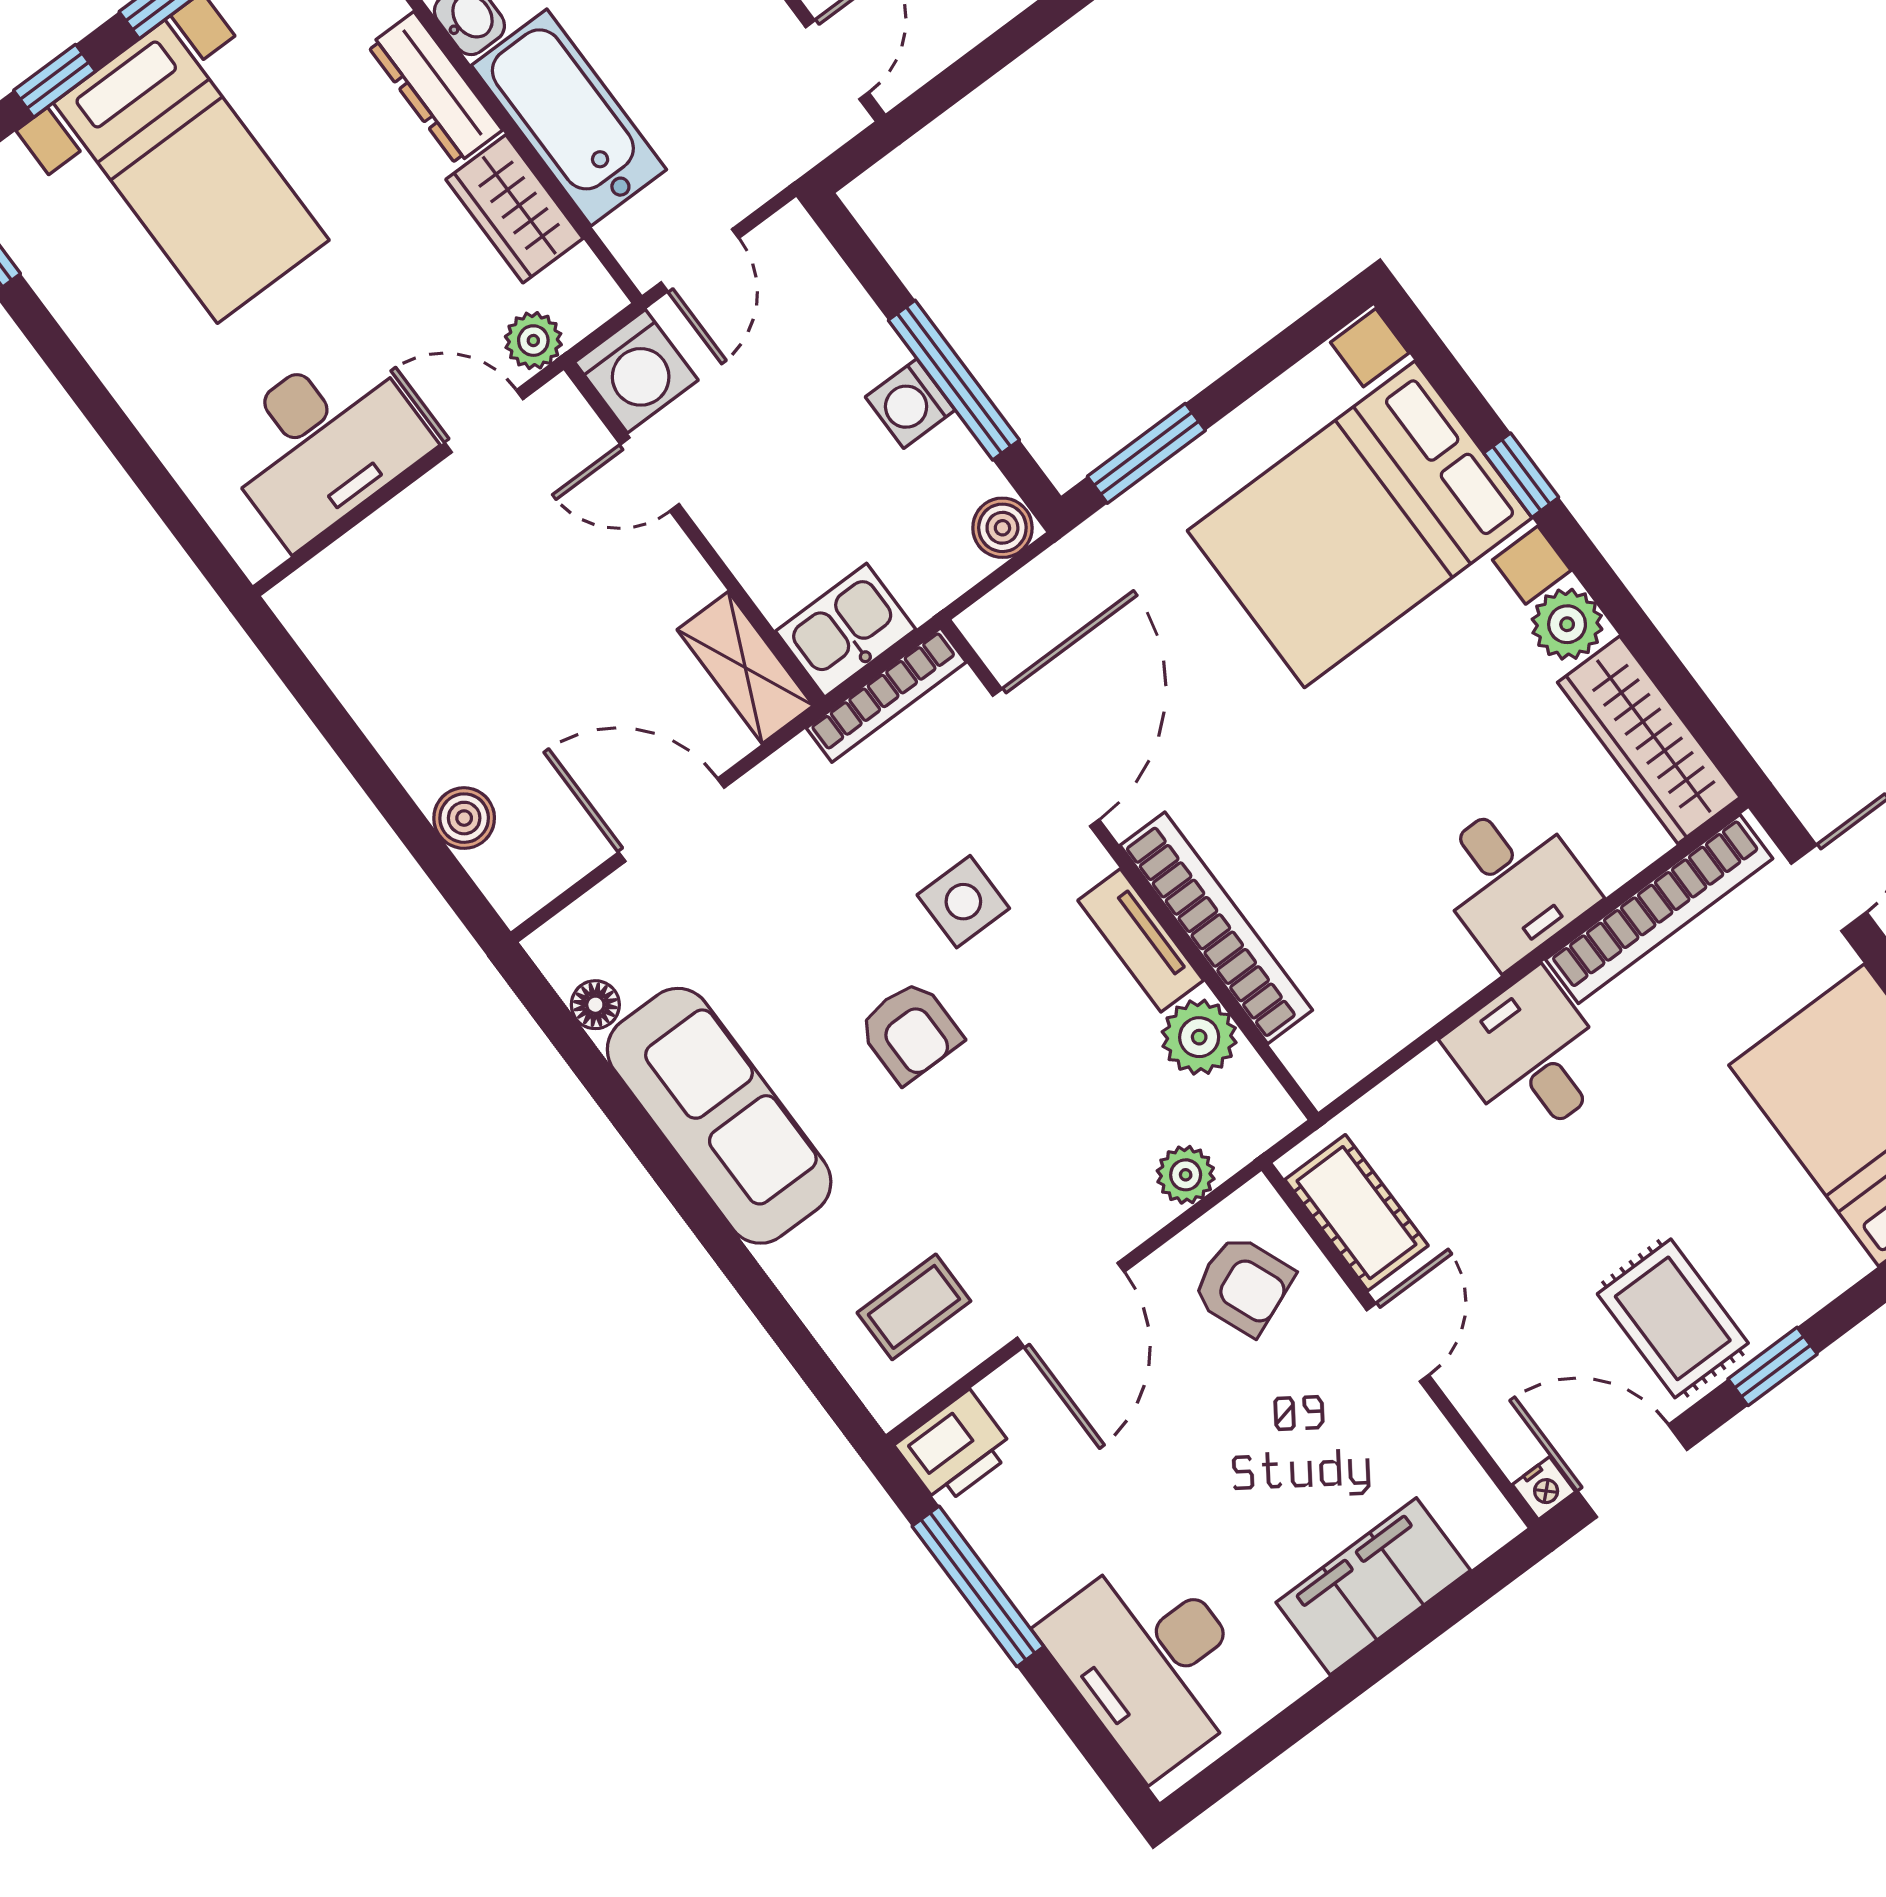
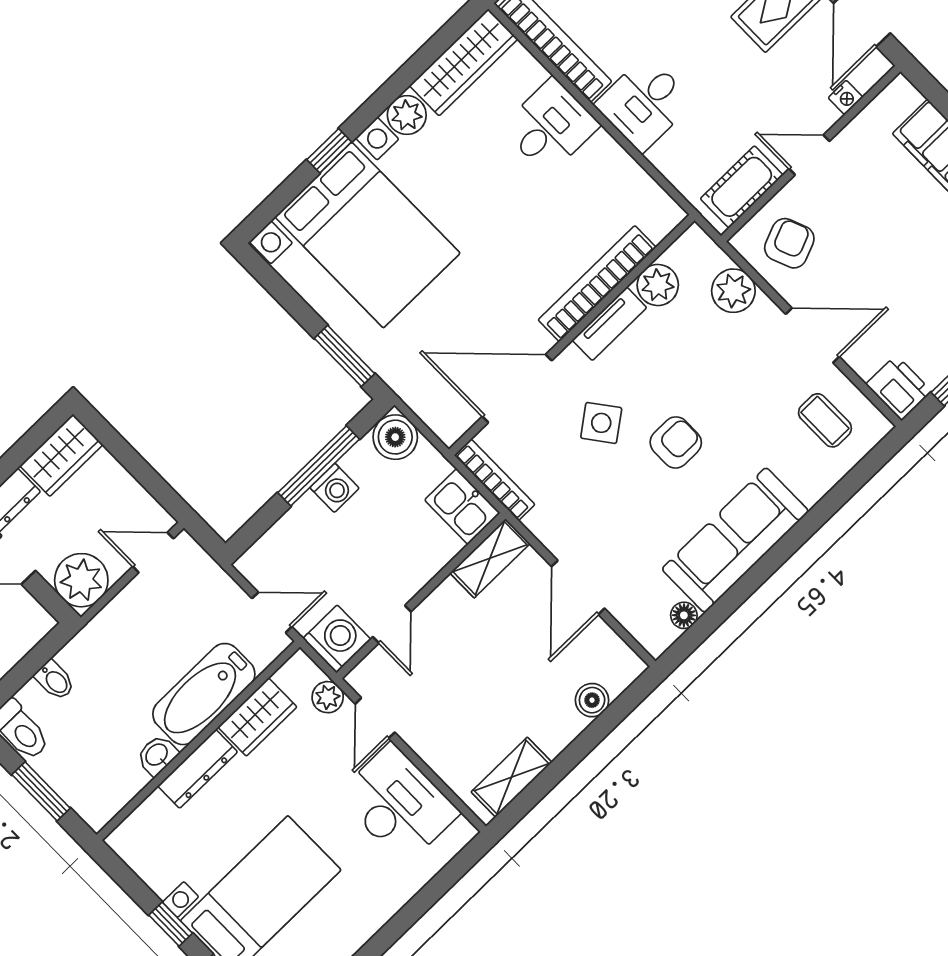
boiler: (1002, 528) -> (395, 437), width x1.36, depth x1.36
shelving: (344, 654) -> (512, 777), added
side table: (963, 902) -> (601, 423), turned -37
plant: (1186, 1175) -> (733, 291), width x1.38, depth x1.38
nightstand: (1544, 1488) -> (845, 97), moved, turned 90

